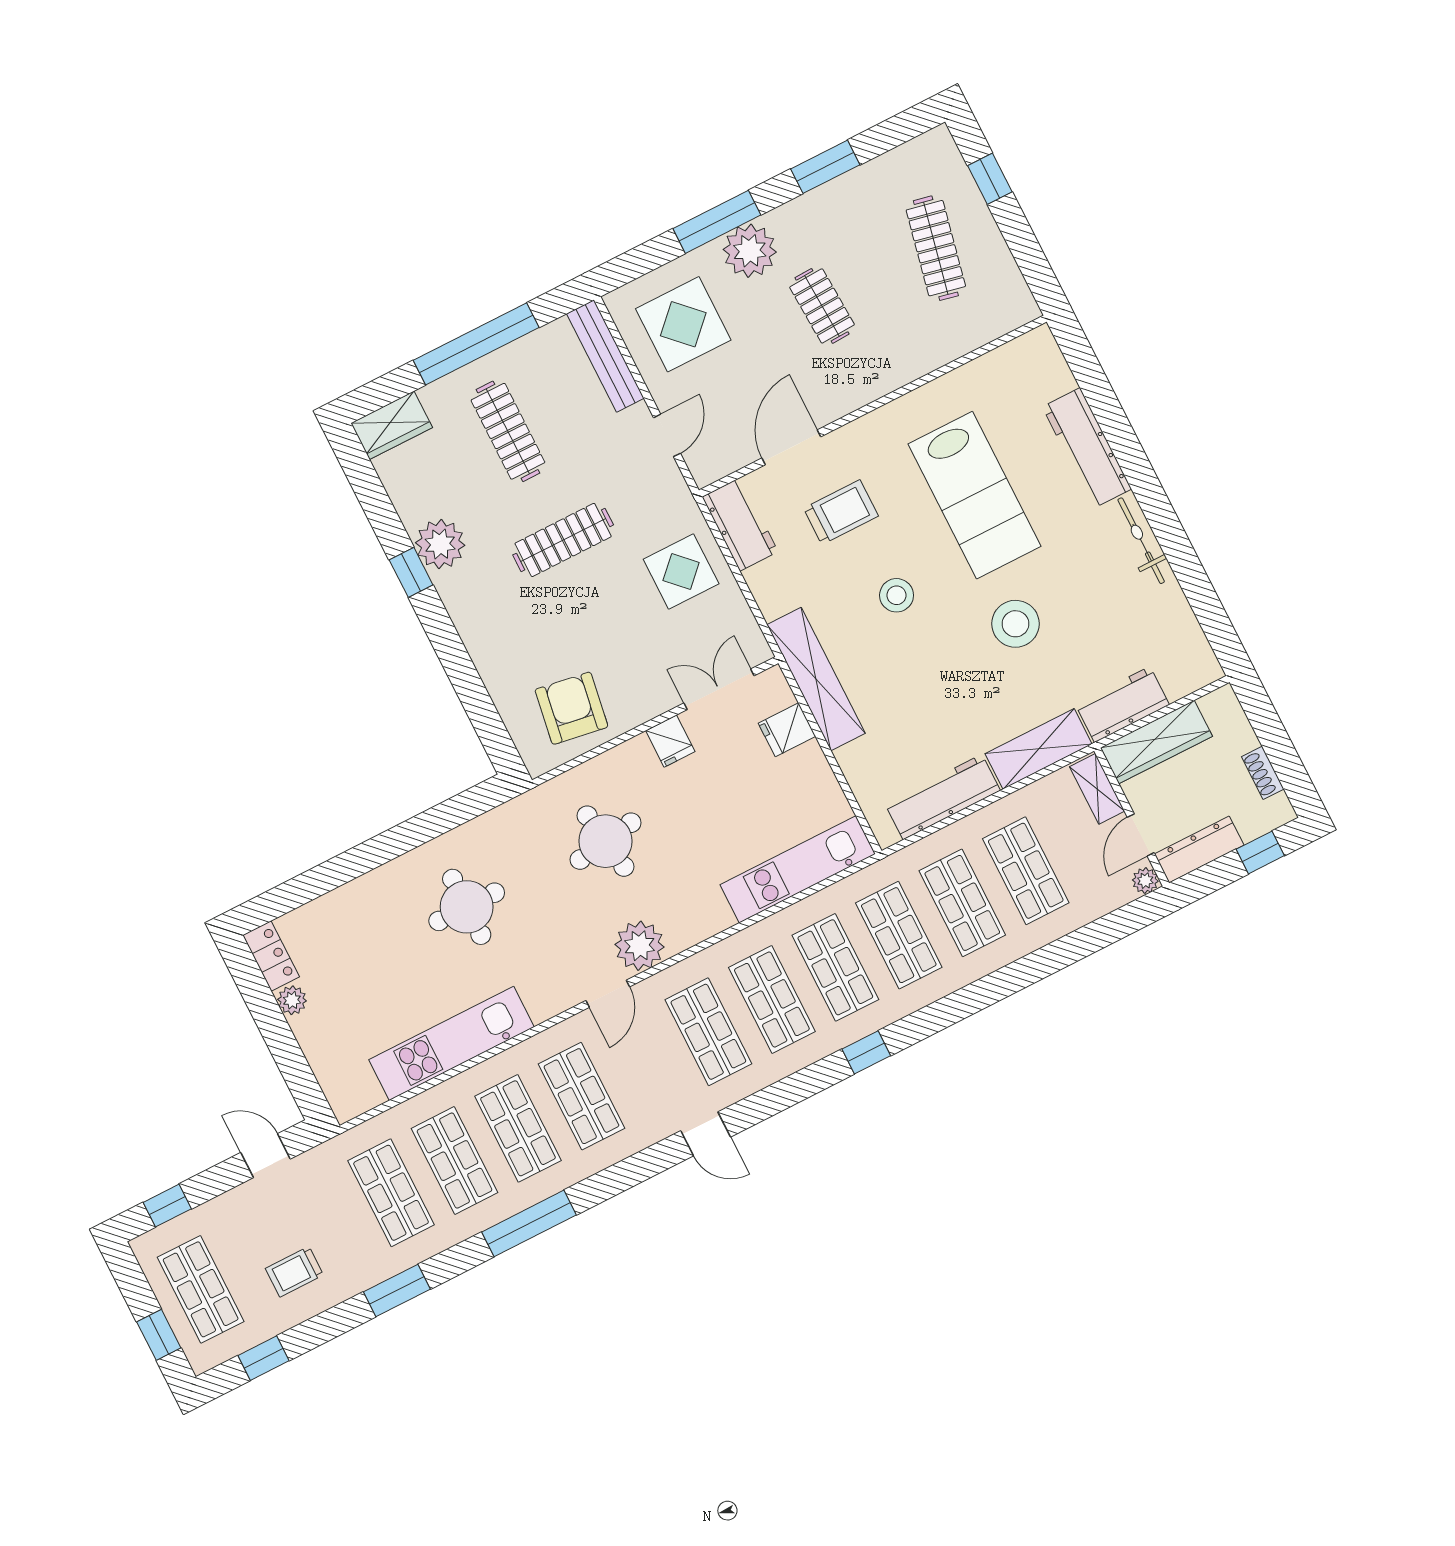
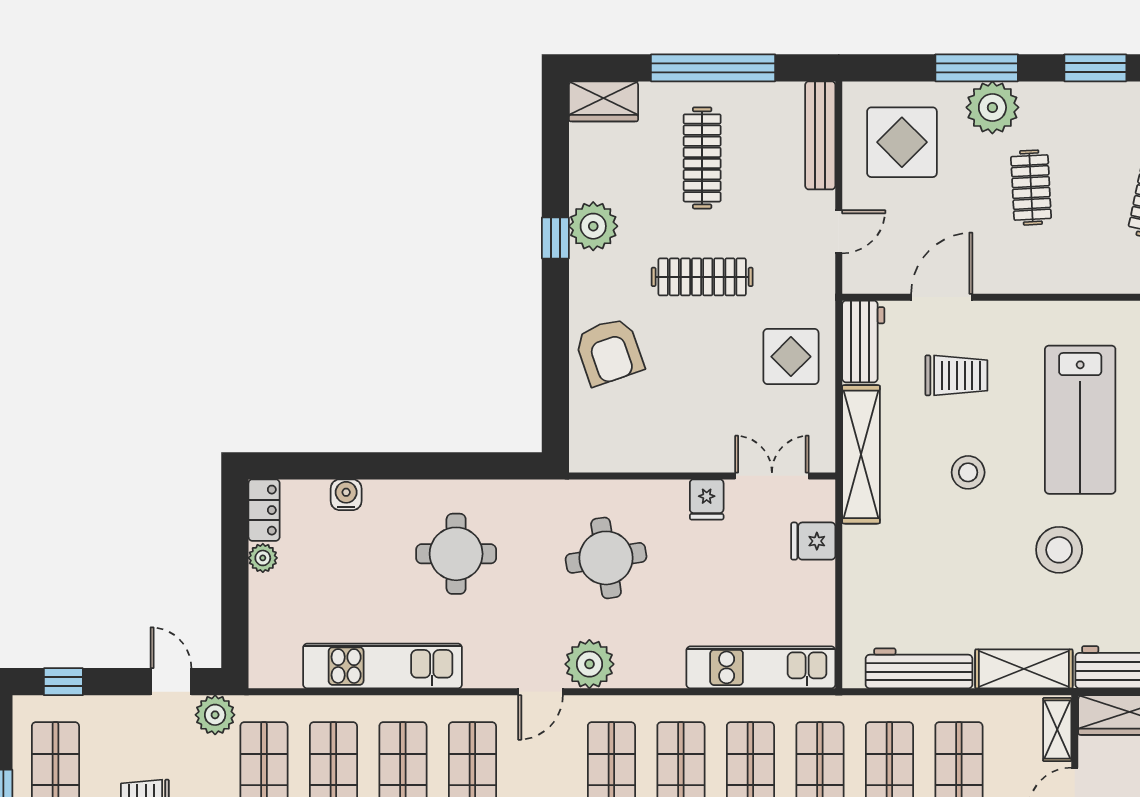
shelving: (816, 679) -> (861, 454), moved
armchair: (571, 708) -> (609, 351), moved, turned 152
water cooler: (339, 904) -> (346, 495), added
plant: (321, 1166) -> (215, 715), added

